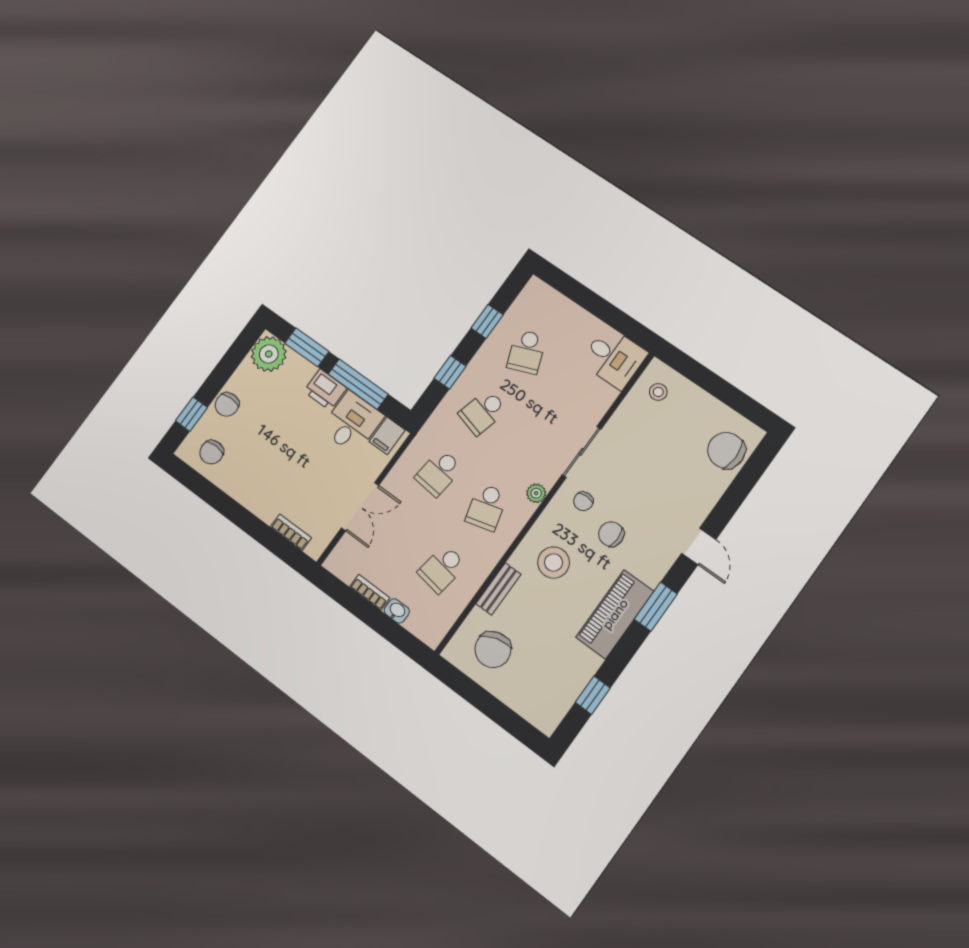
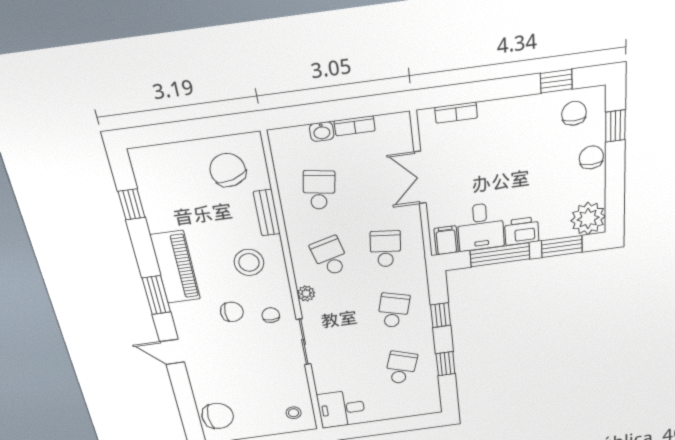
school desk: (526, 352) -> (401, 368), turned 39
window: (204, 489) -> (556, 81), added

